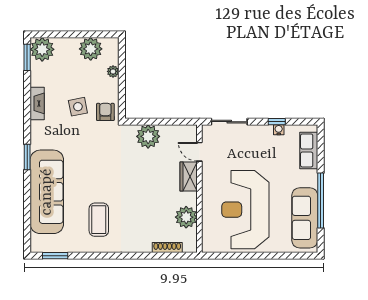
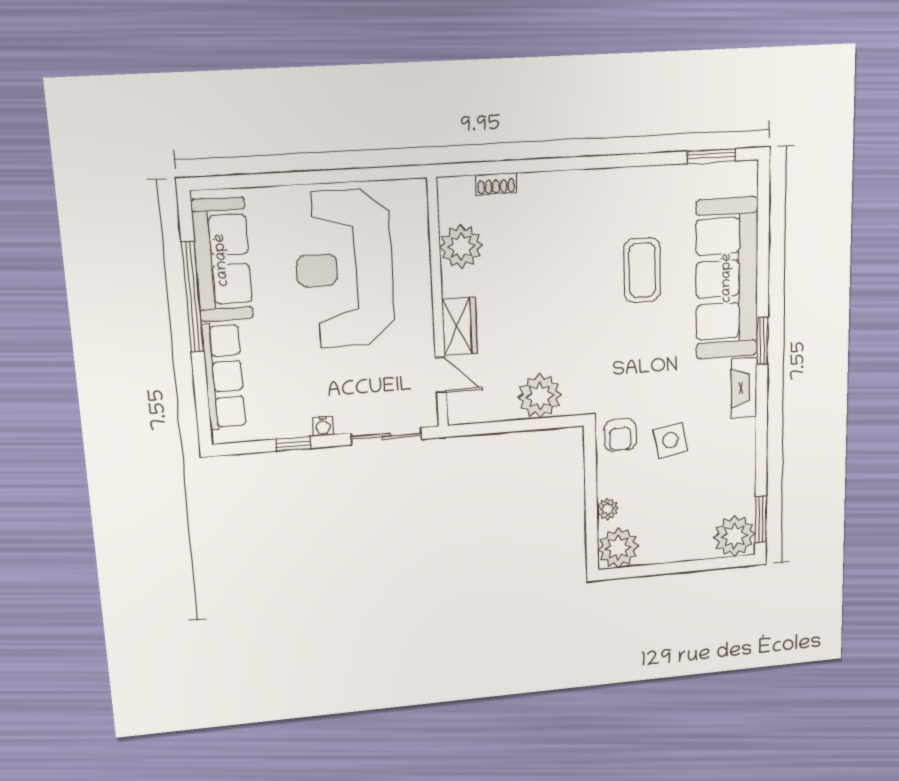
plant: (91, 49) -> (618, 548), moved
fireplace: (37, 103) -> (744, 388), moved
water cooler: (279, 130) -> (323, 426), moved
row of seats: (309, 150) -> (224, 377), width x1.48
reception desk: (245, 210) -> (345, 269), turned 180
coffee table: (99, 220) -> (642, 270), moved
shoe rack: (167, 247) -> (496, 184), width x0.70

